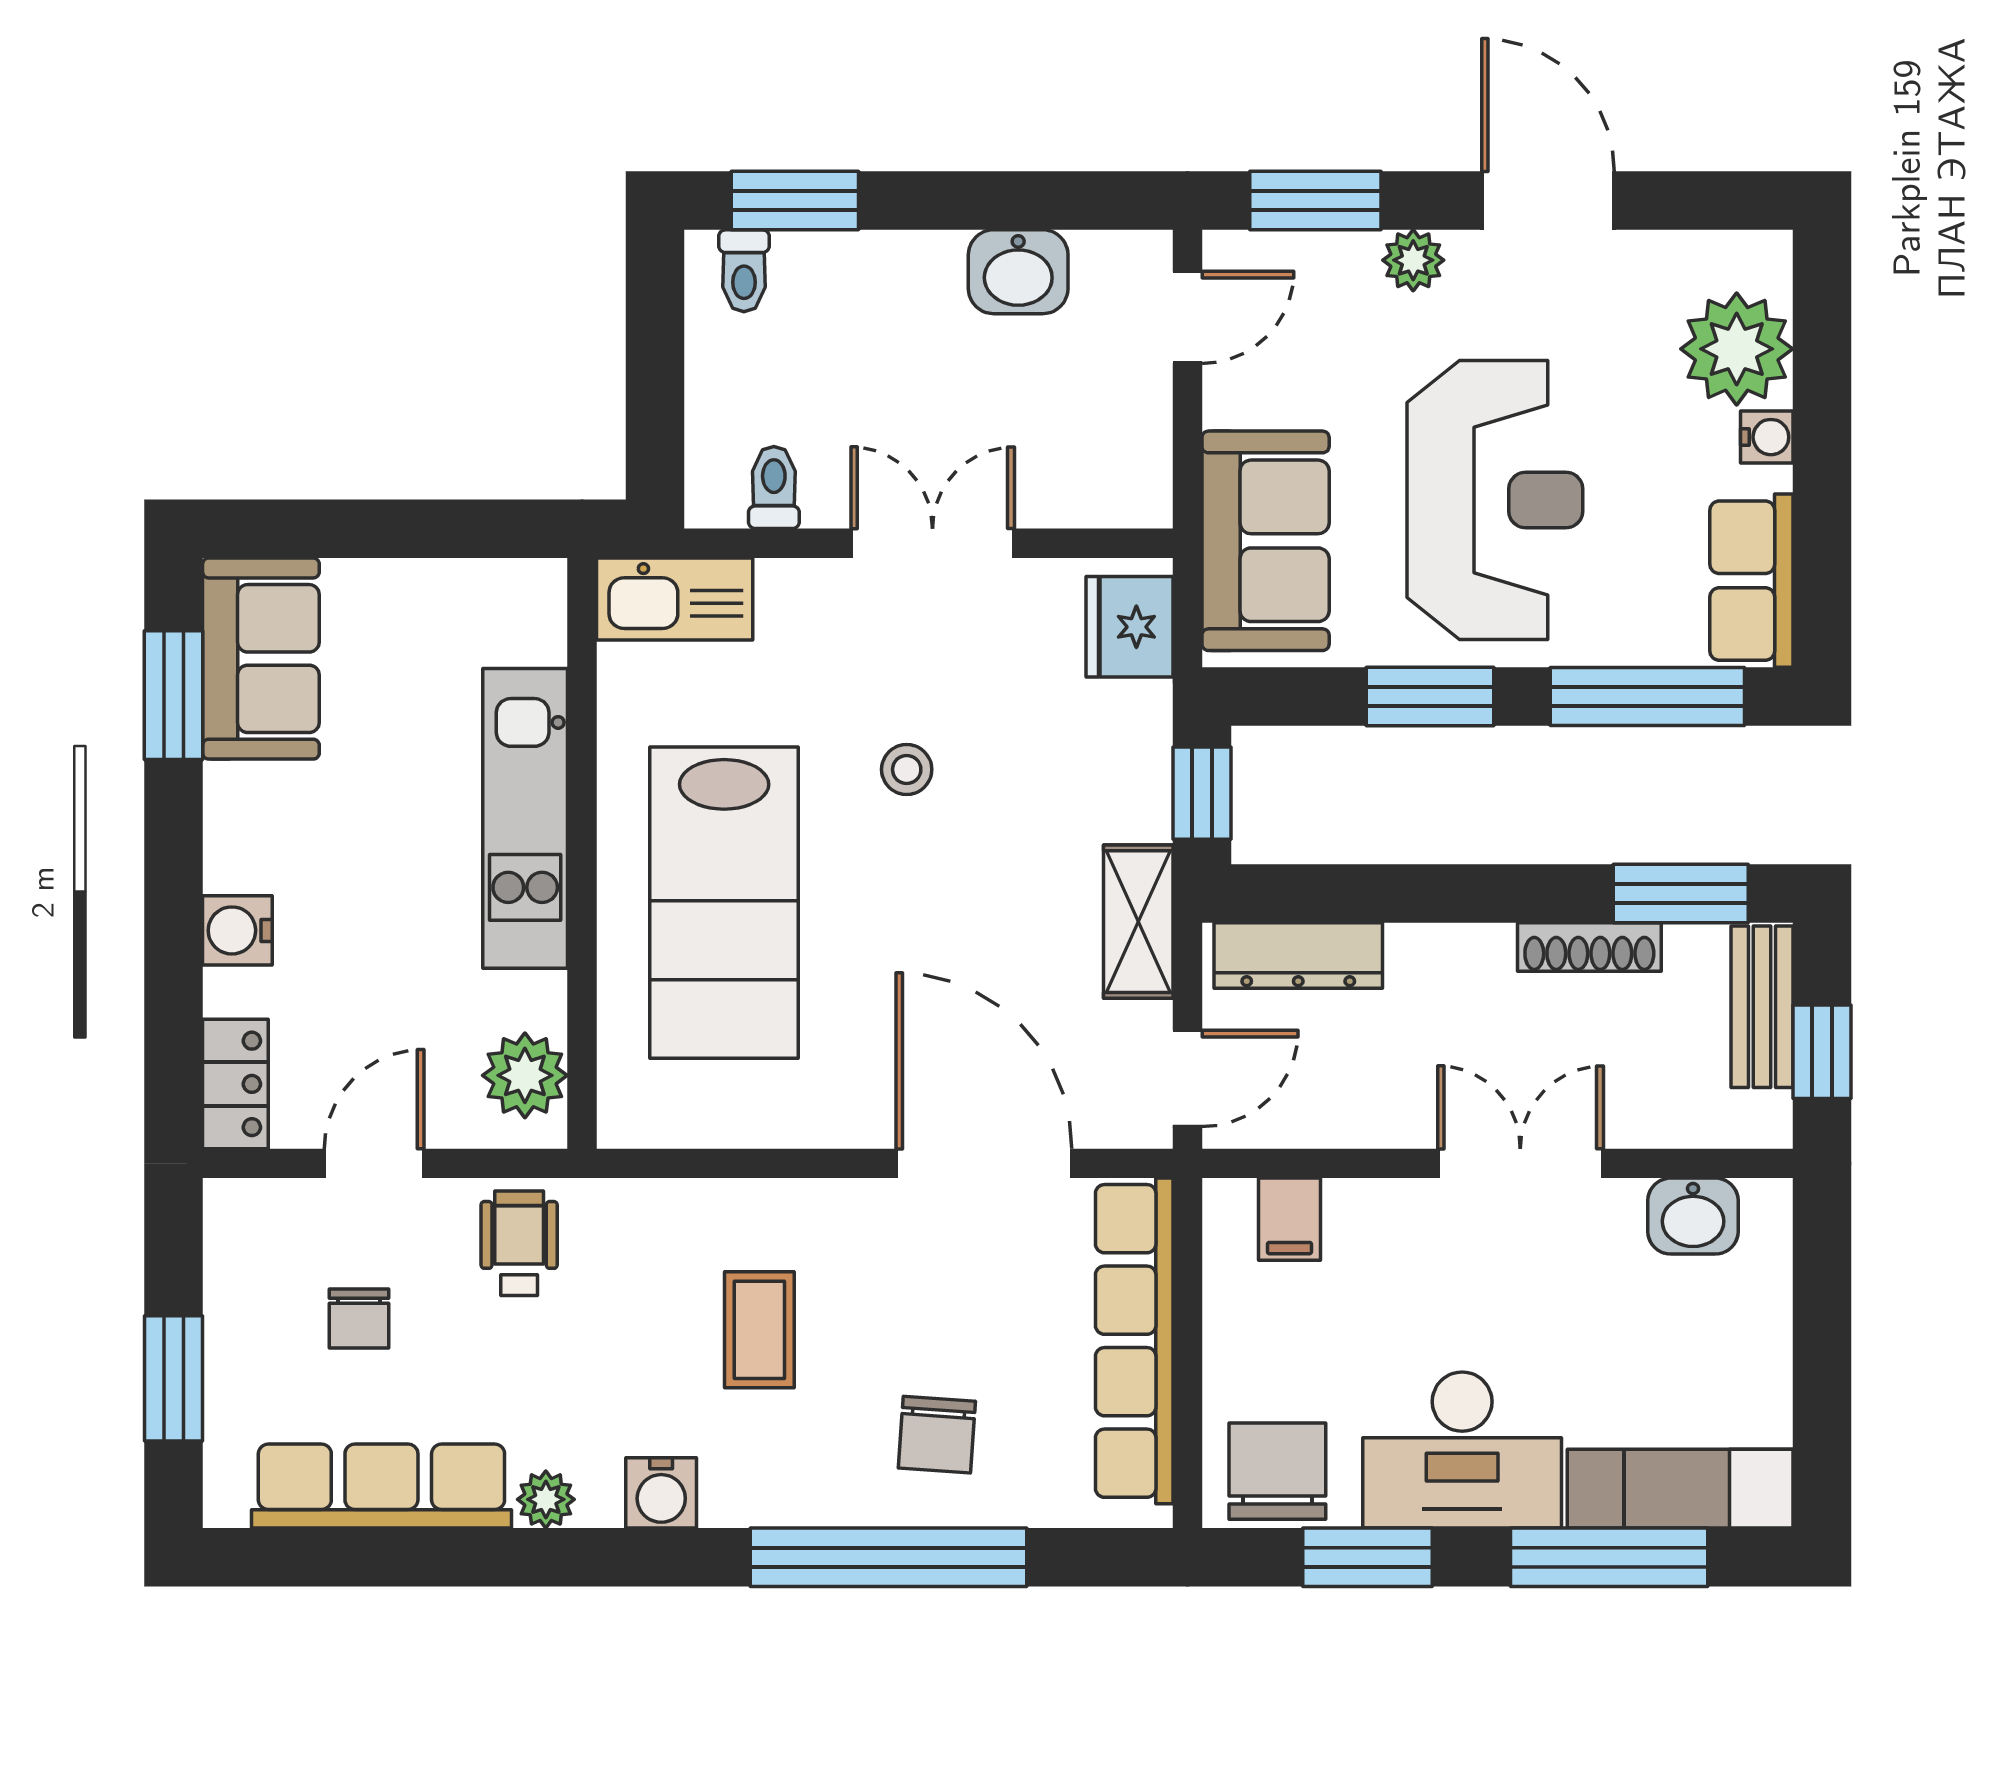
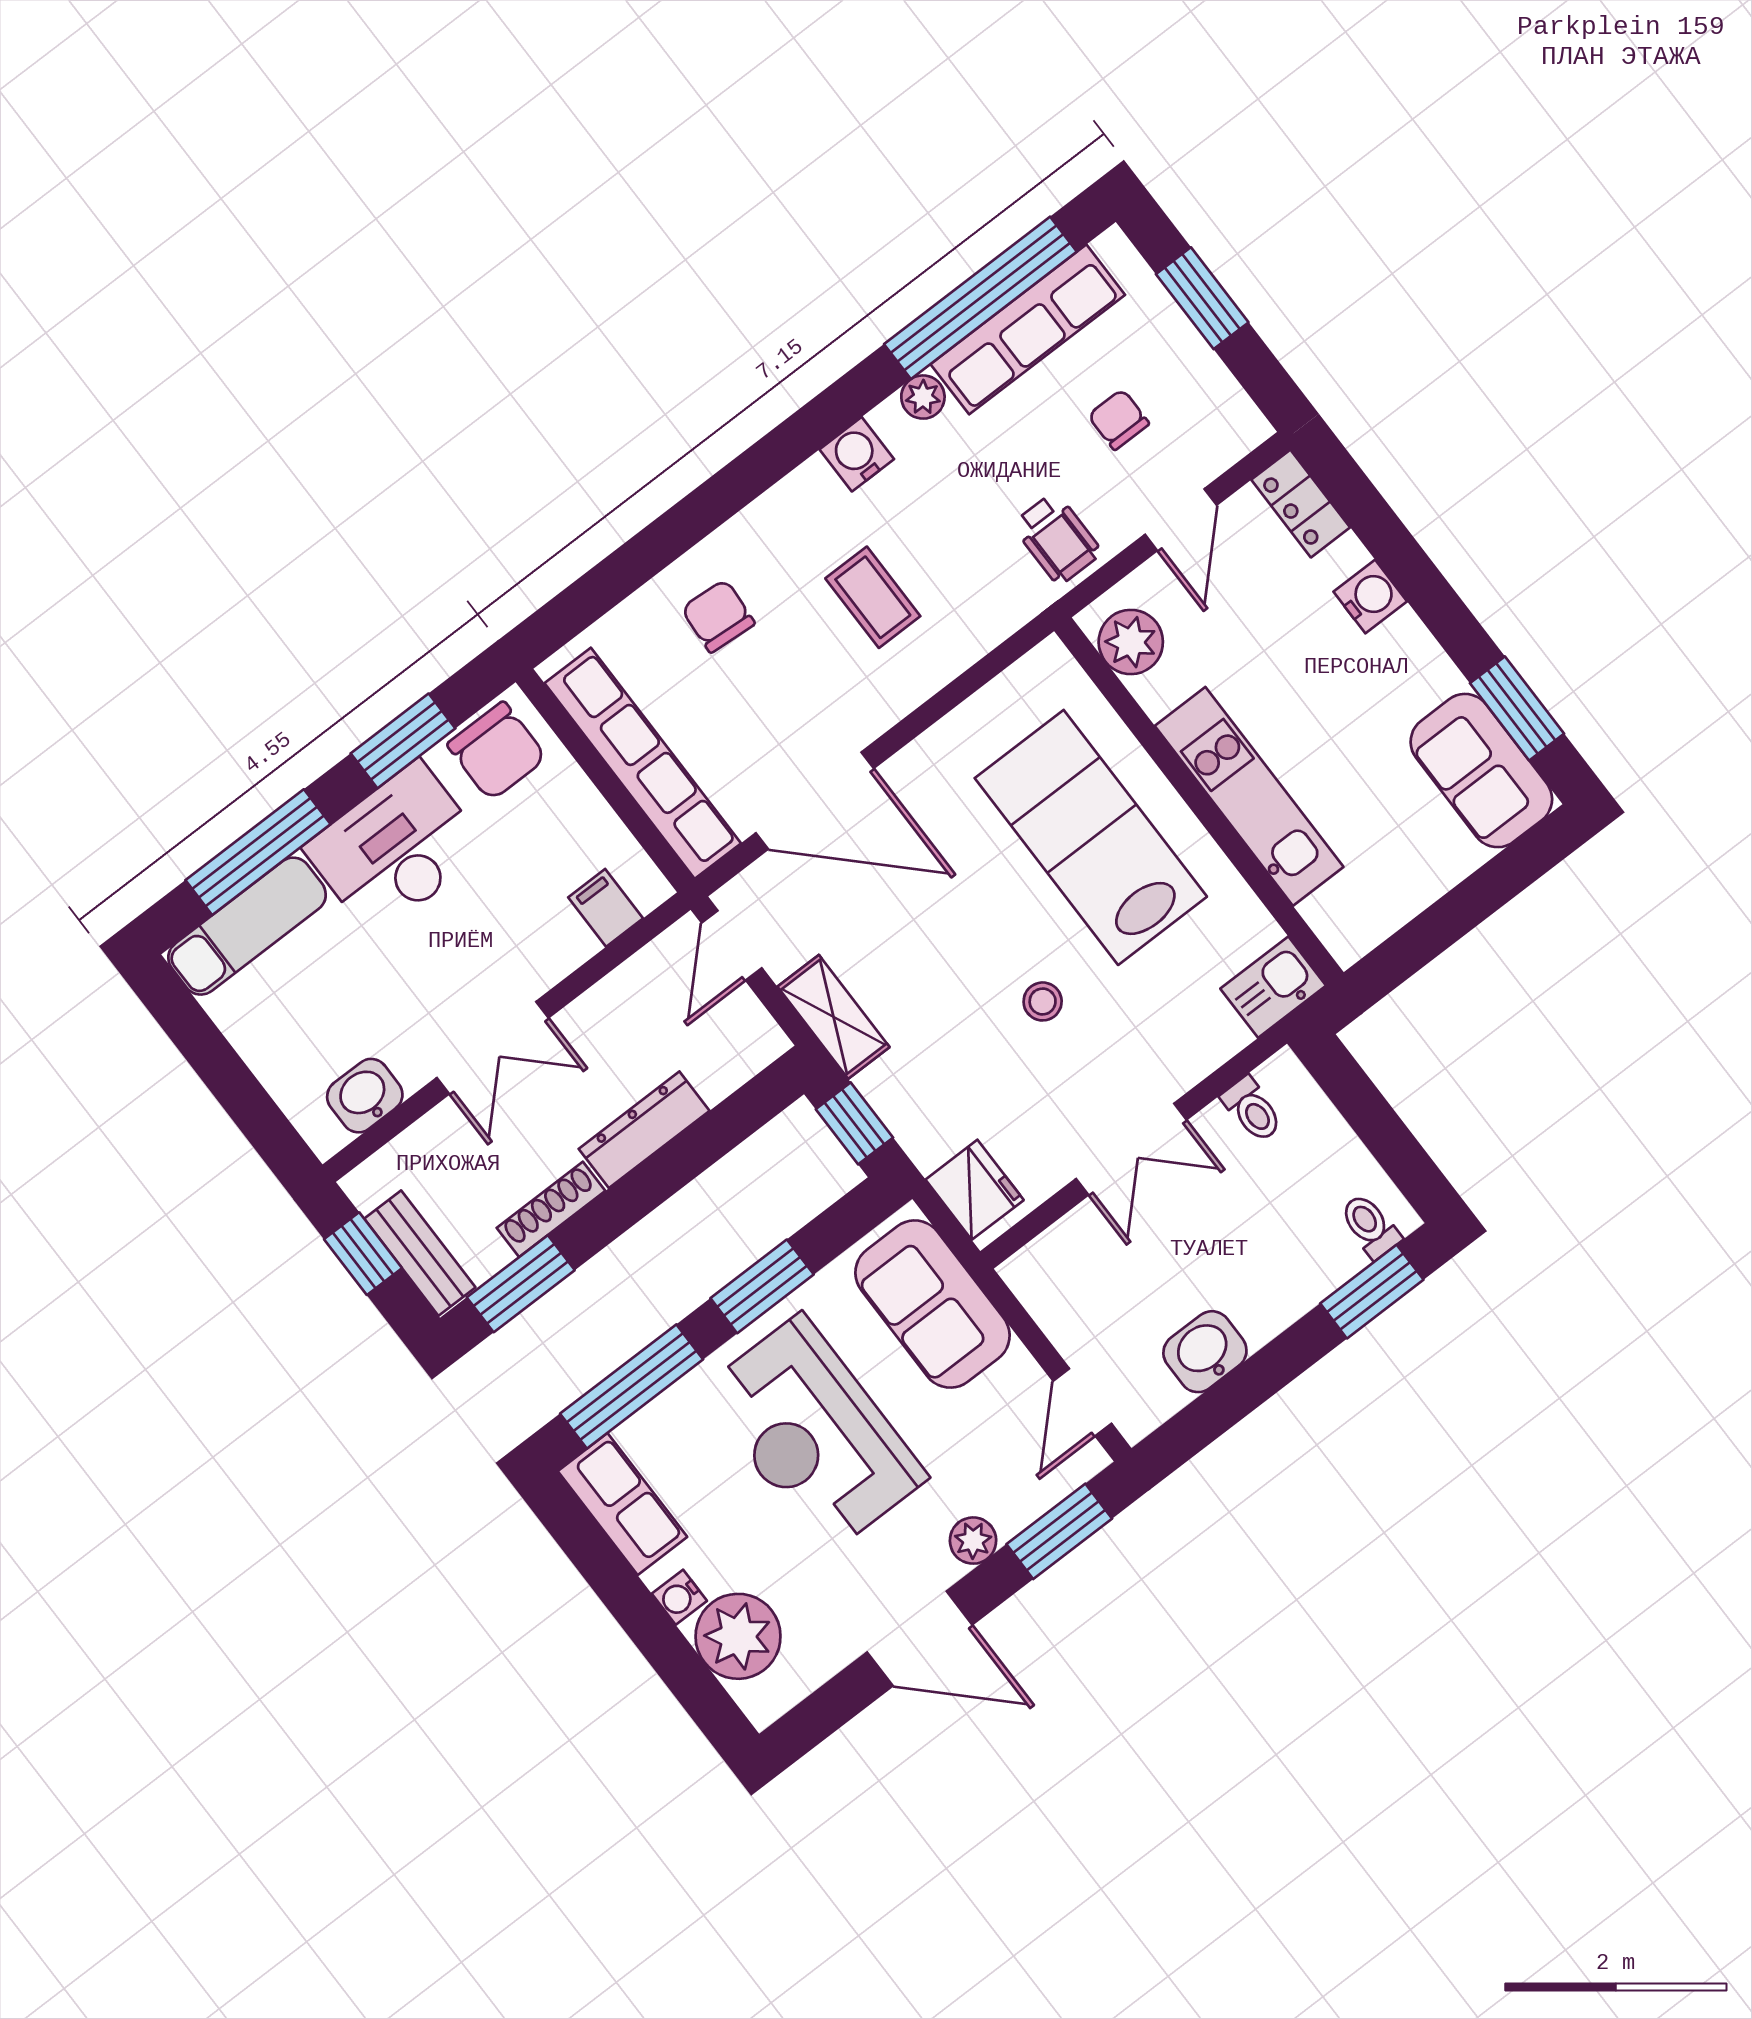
kitchen sink: (675, 599) -> (1273, 987), width x0.73
dresser: (1298, 956) -> (644, 1130), moved
window: (888, 1557) -> (980, 298), moved

